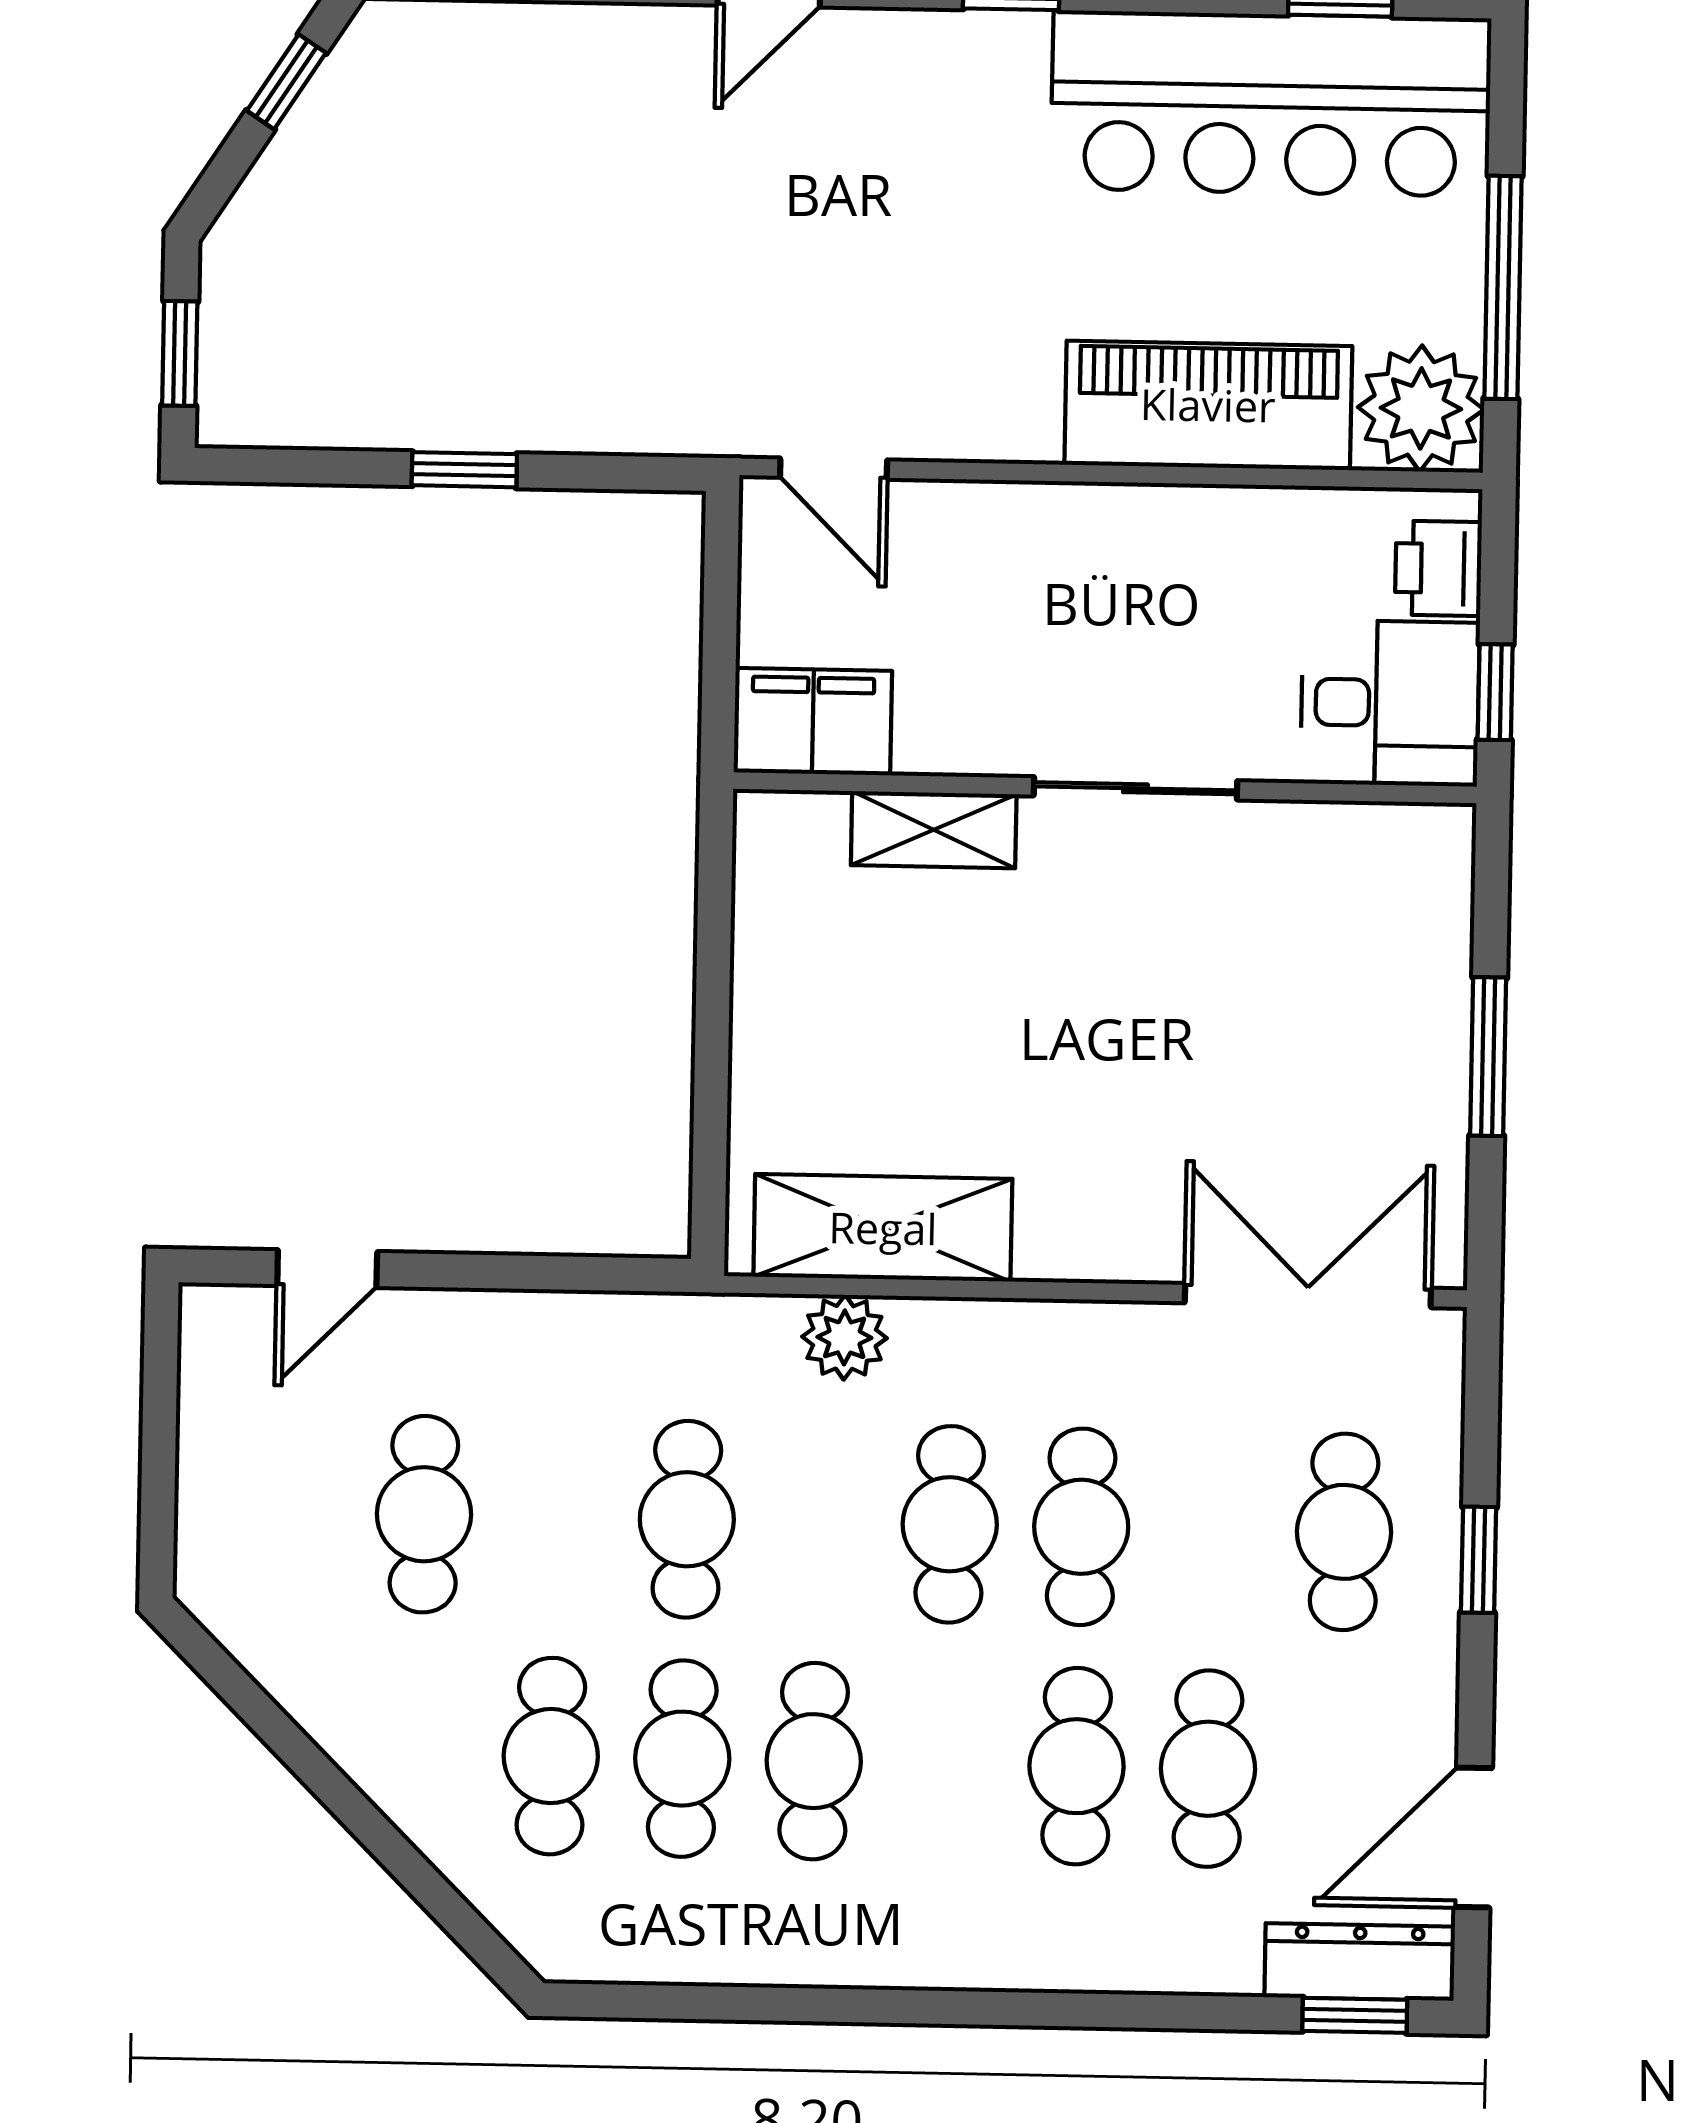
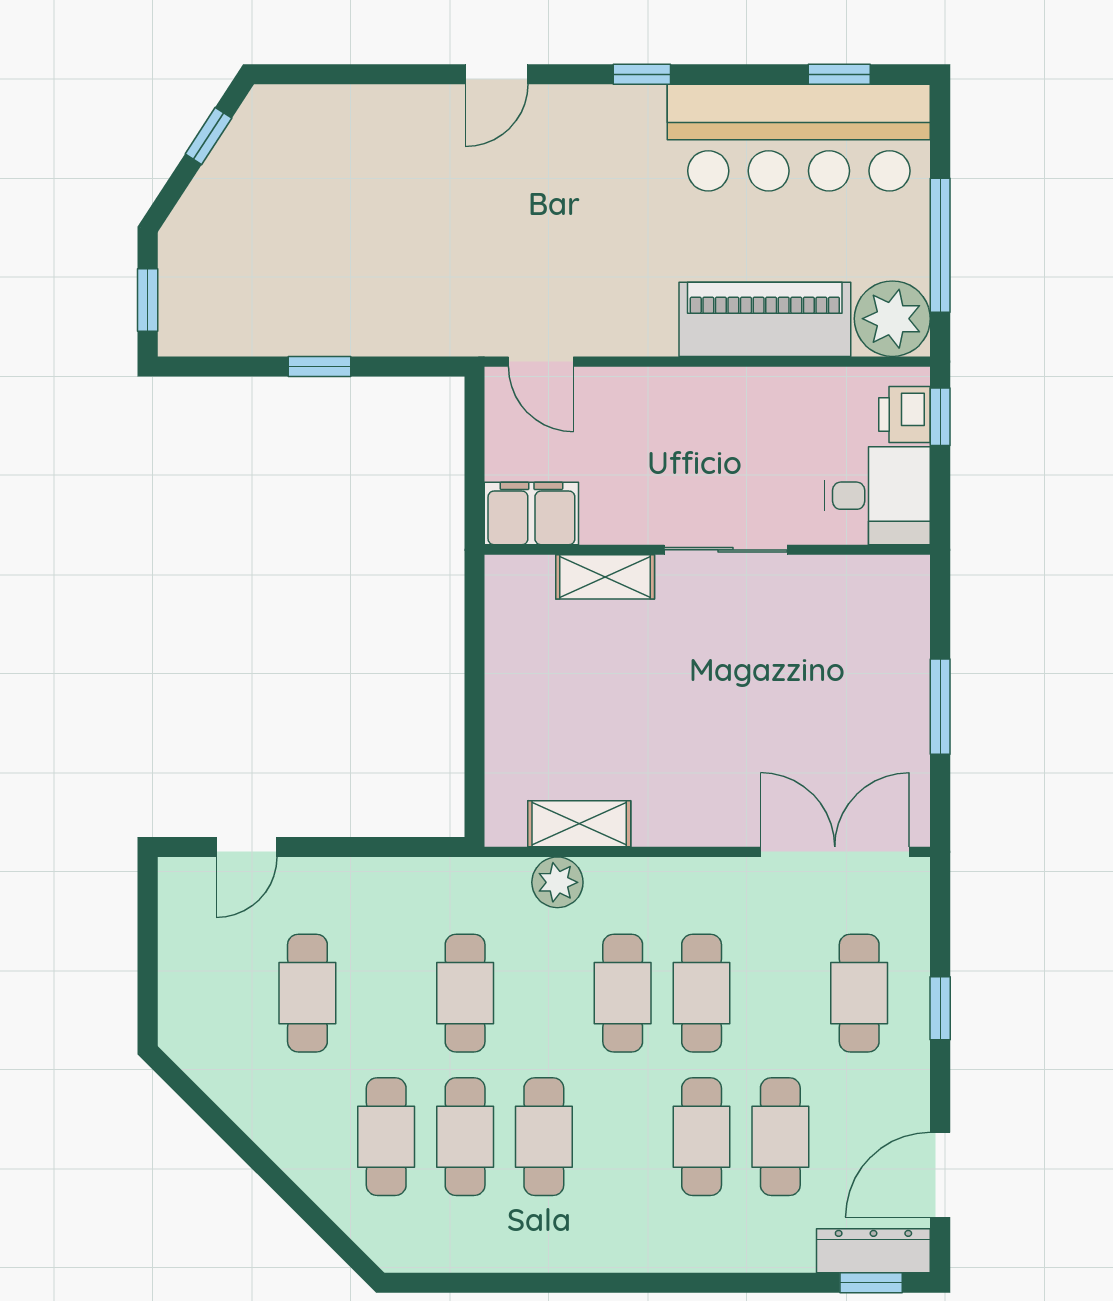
window: (1495, 692) -> (940, 417), moved
shelving: (883, 1228) -> (579, 824), width x0.67, depth x0.75

